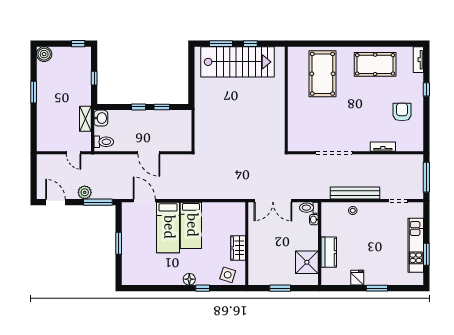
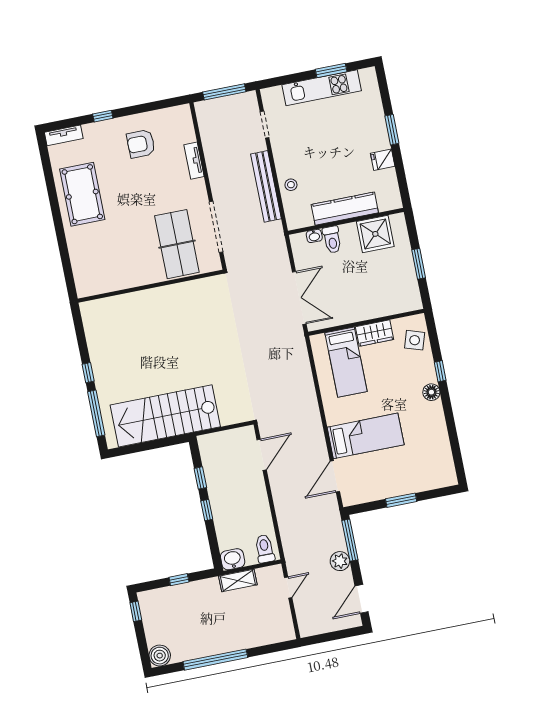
window: (221, 44) -> (96, 413), width x1.44
stairs: (237, 62) -> (165, 416), moved, turned -90
pool table: (322, 74) -> (110, 265), removed
window: (34, 92) -> (215, 660), width x2.11
wall: (286, 99) -> (151, 286), moved
table tennis table: (327, 123) -> (177, 244), added
door: (149, 153) -> (262, 455), moved
toilet: (309, 208) -> (332, 240), moved
bed: (191, 225) -> (346, 362), moved, turned 90
kitchen counter: (329, 252) -> (345, 209), width x1.50

